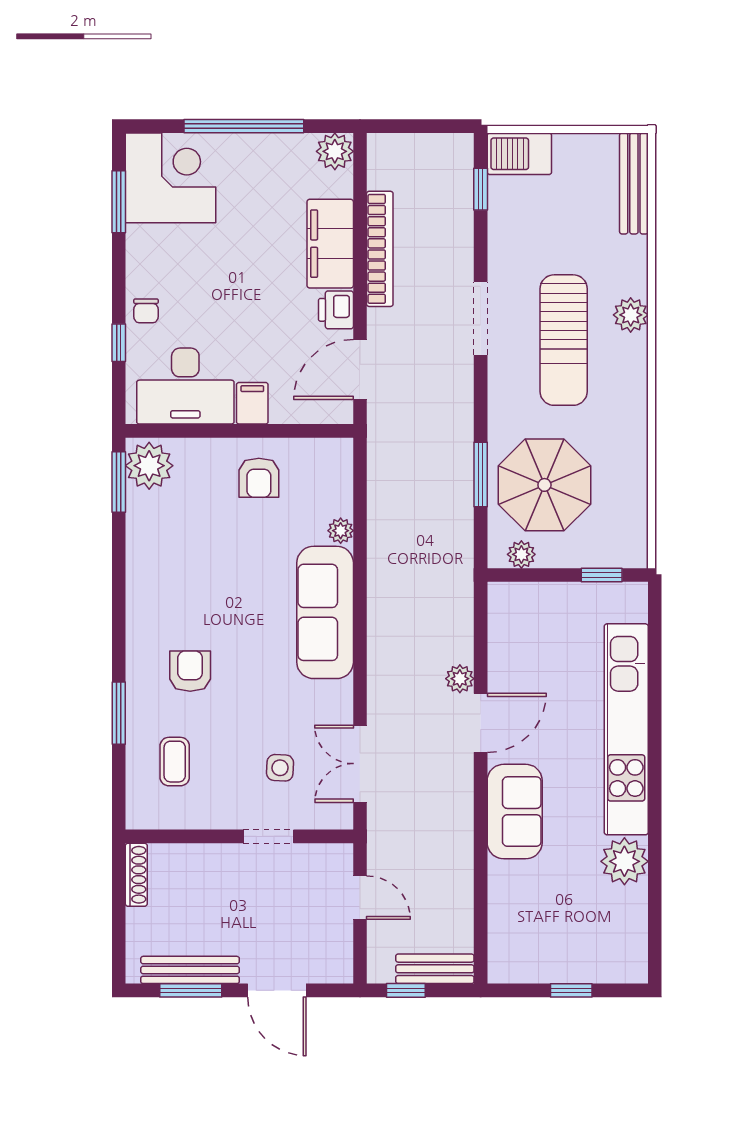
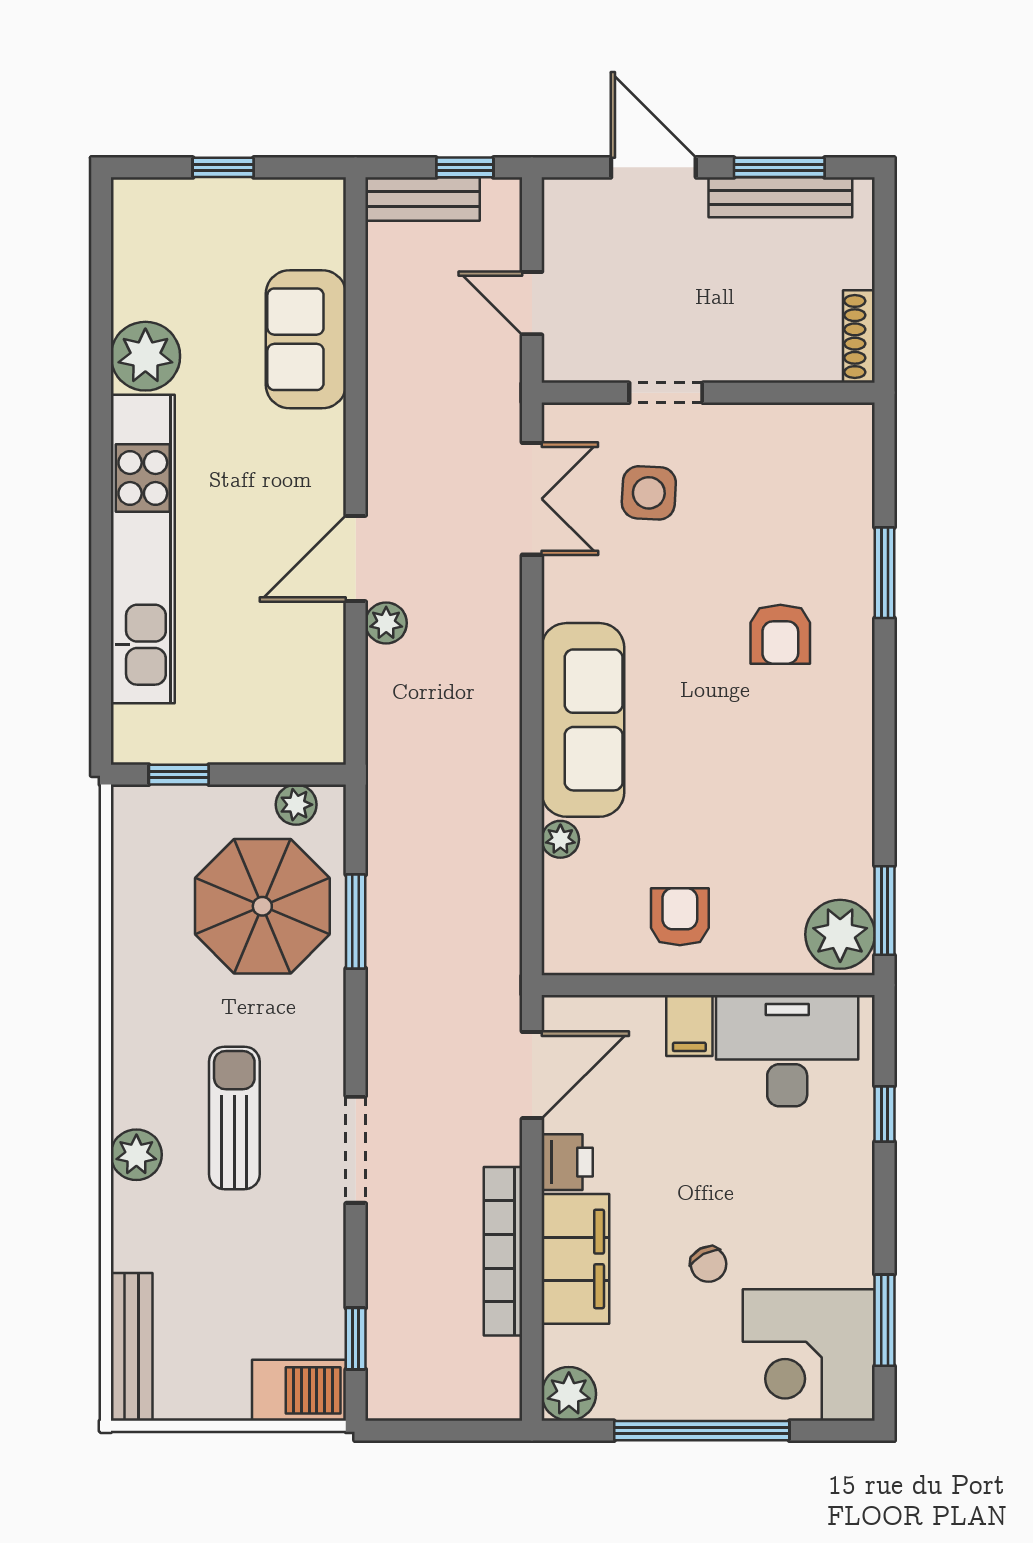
chair: (146, 311) -> (708, 1264), moved, turned 152
sun lounger: (564, 340) -> (234, 1118), width x0.73, depth x0.75
coffee table: (175, 762) -> (803, 502), removed
side table: (280, 768) -> (649, 493), width x1.37, depth x1.37
sofa: (515, 812) -> (306, 339), moved

